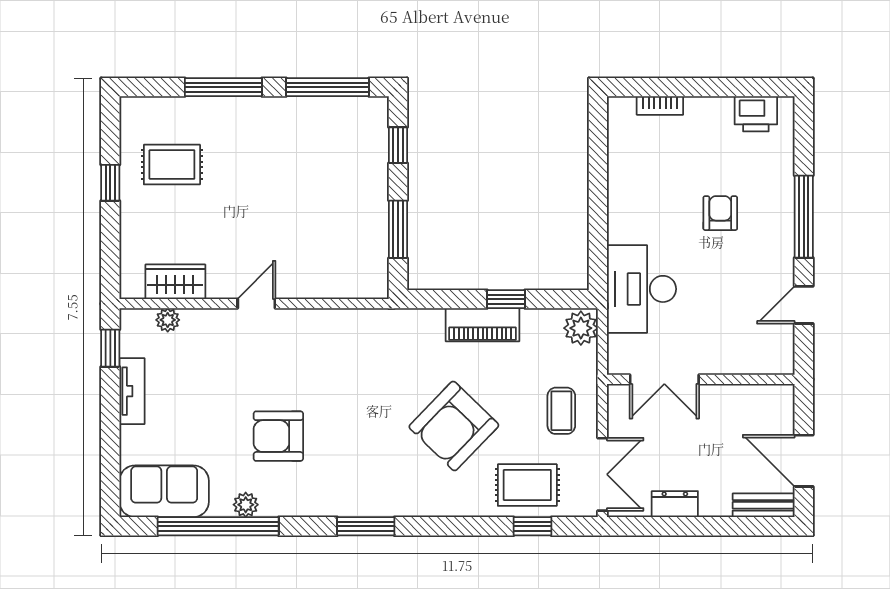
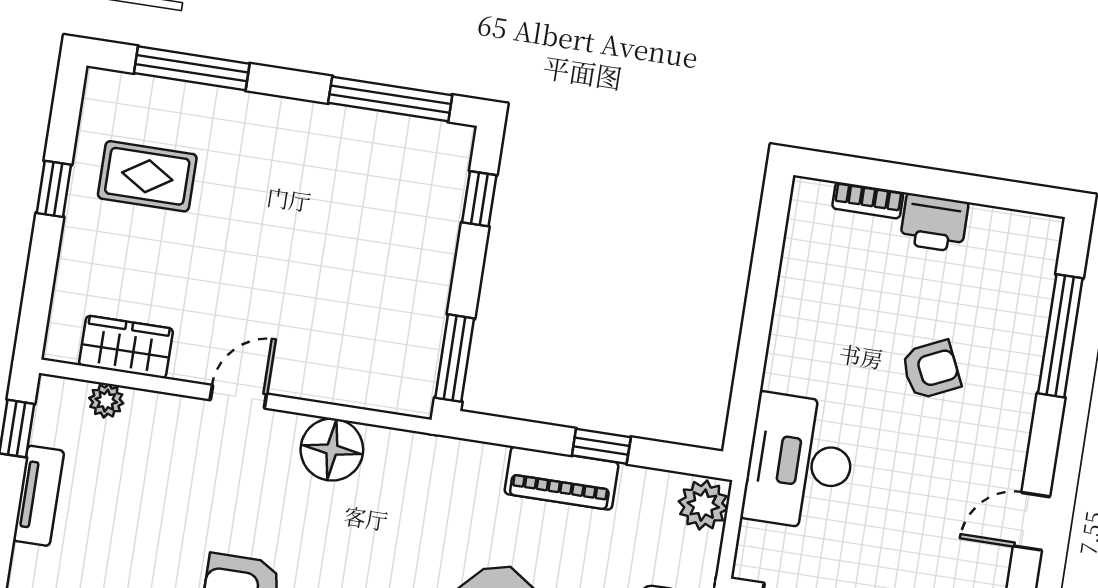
window: (223, 87) -> (192, 68), moved
printer: (756, 114) -> (934, 223), moved
armchair: (720, 213) -> (931, 370), turned 65
window: (804, 217) -> (1060, 336), moved
window: (398, 229) -> (455, 358), moved
floor lamp: (325, 329) -> (332, 450), added

